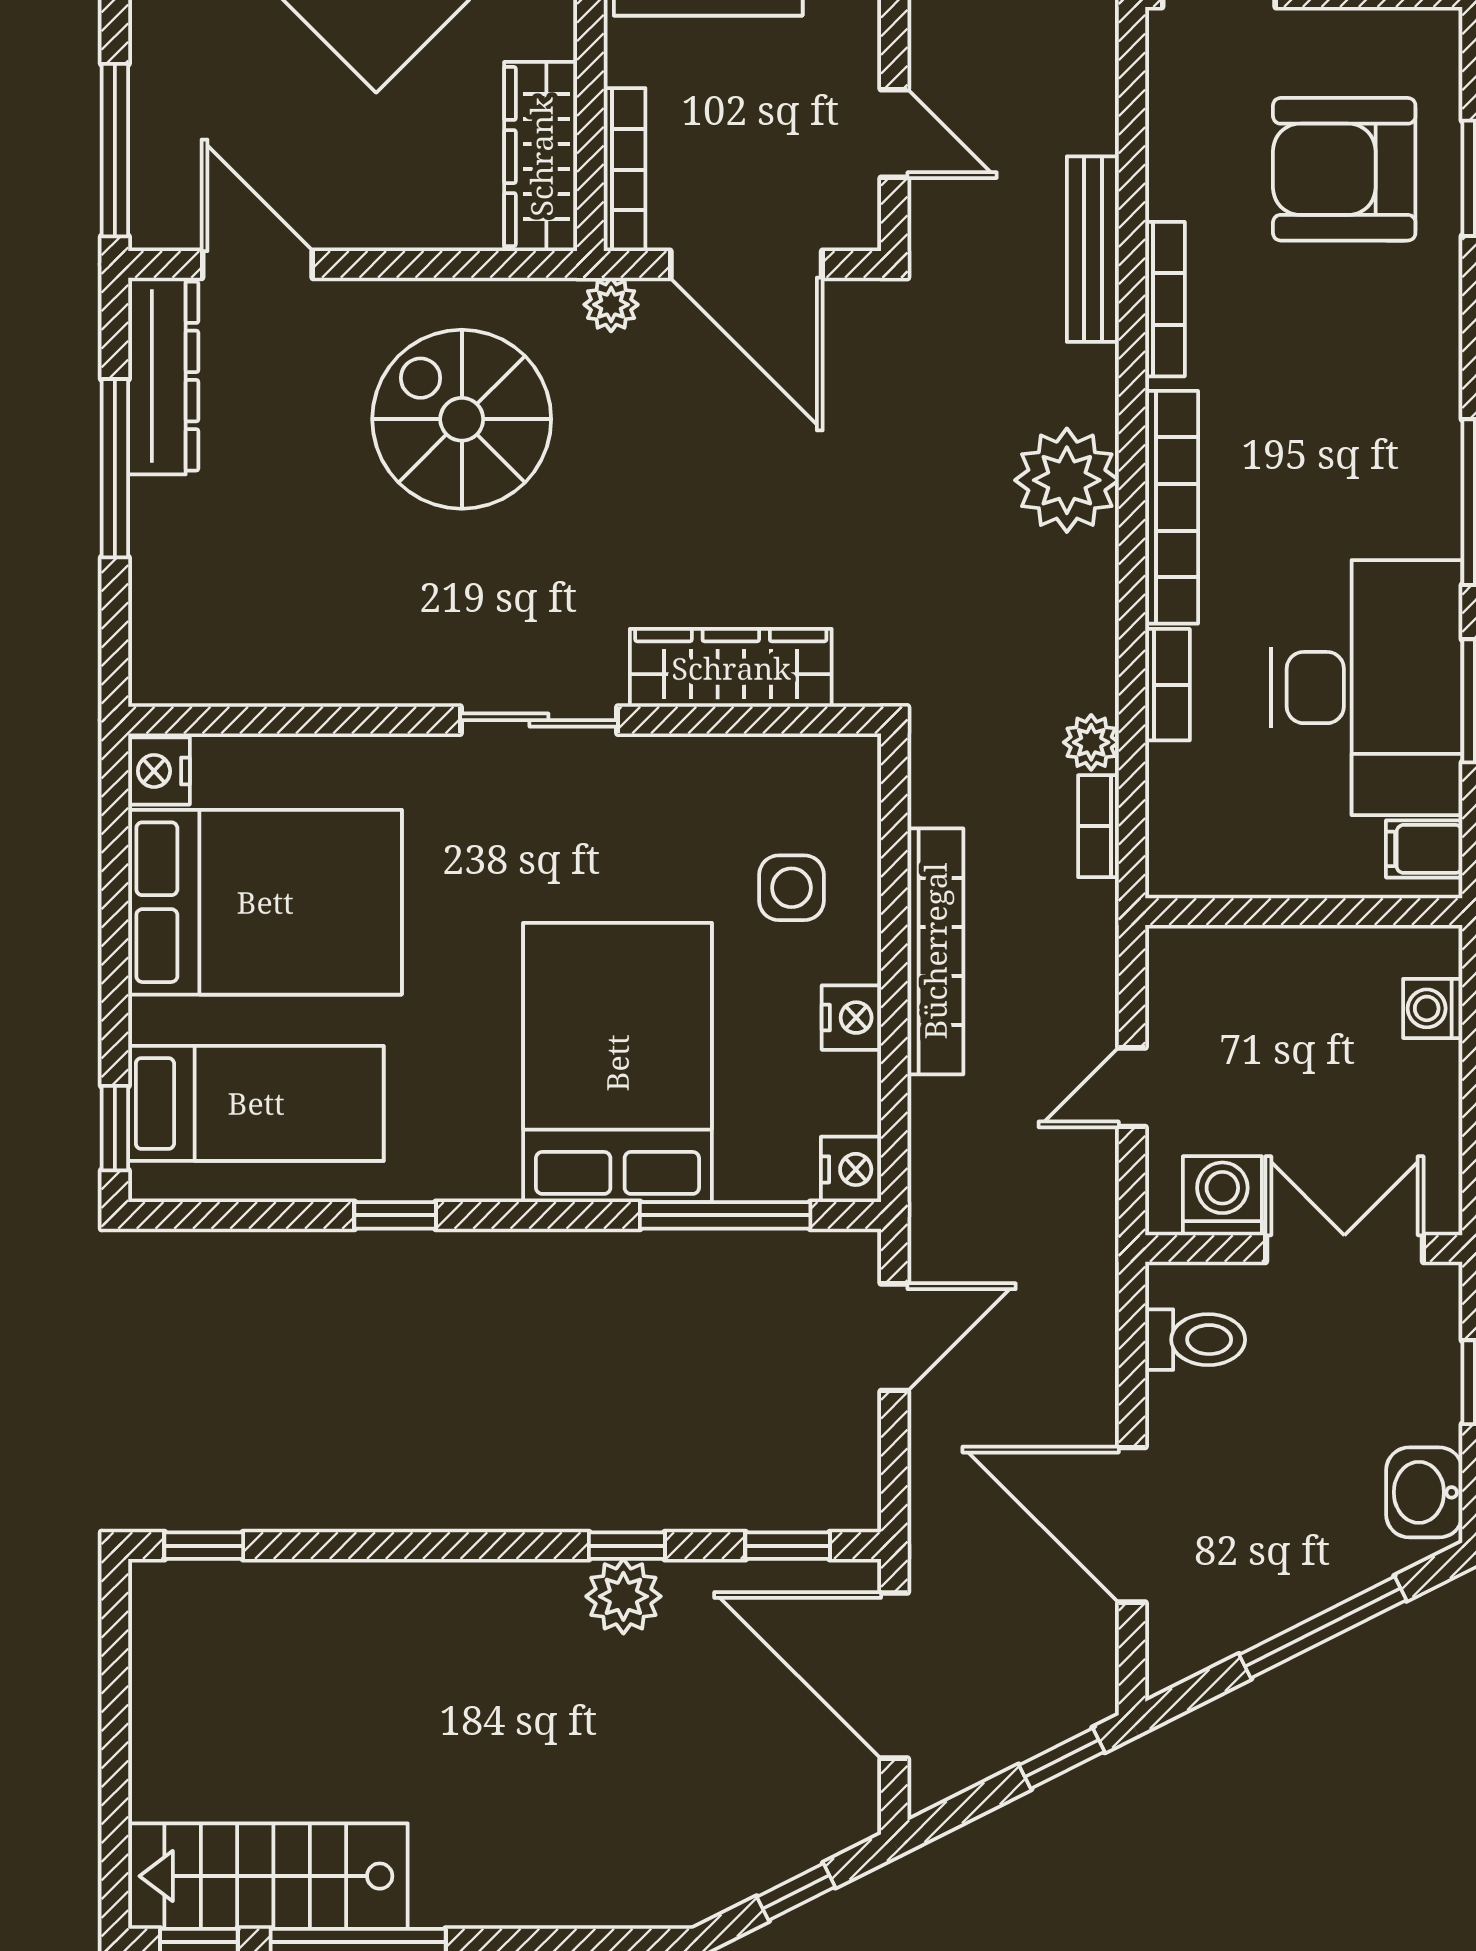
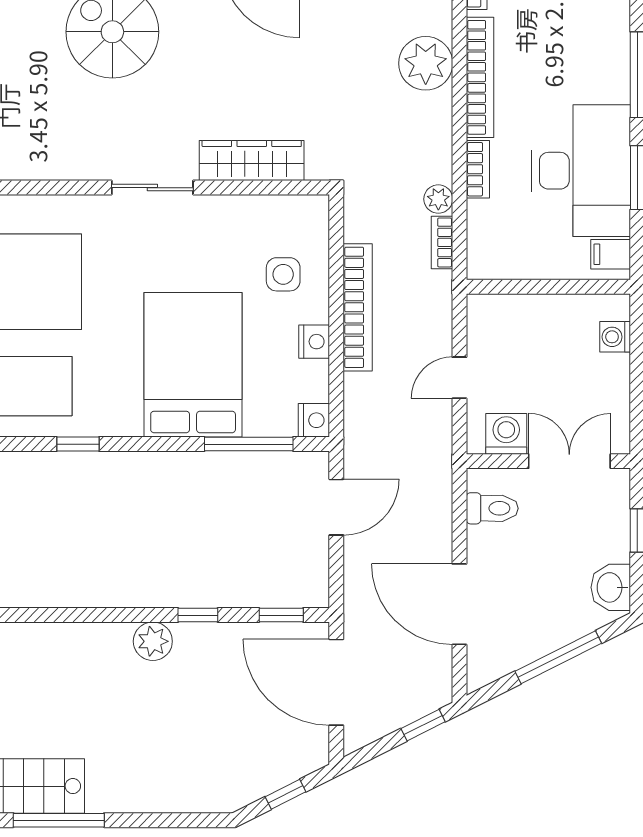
plant: (623, 1596) -> (153, 641), moved

